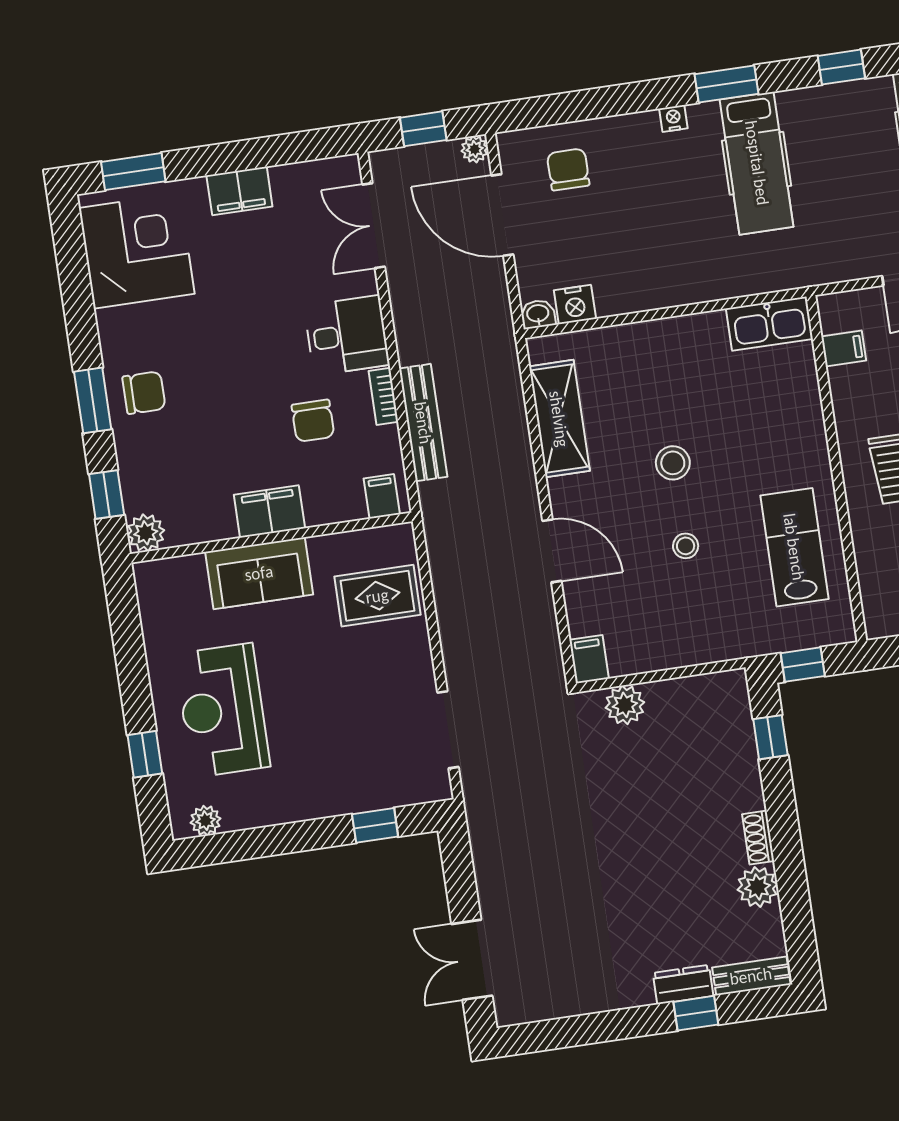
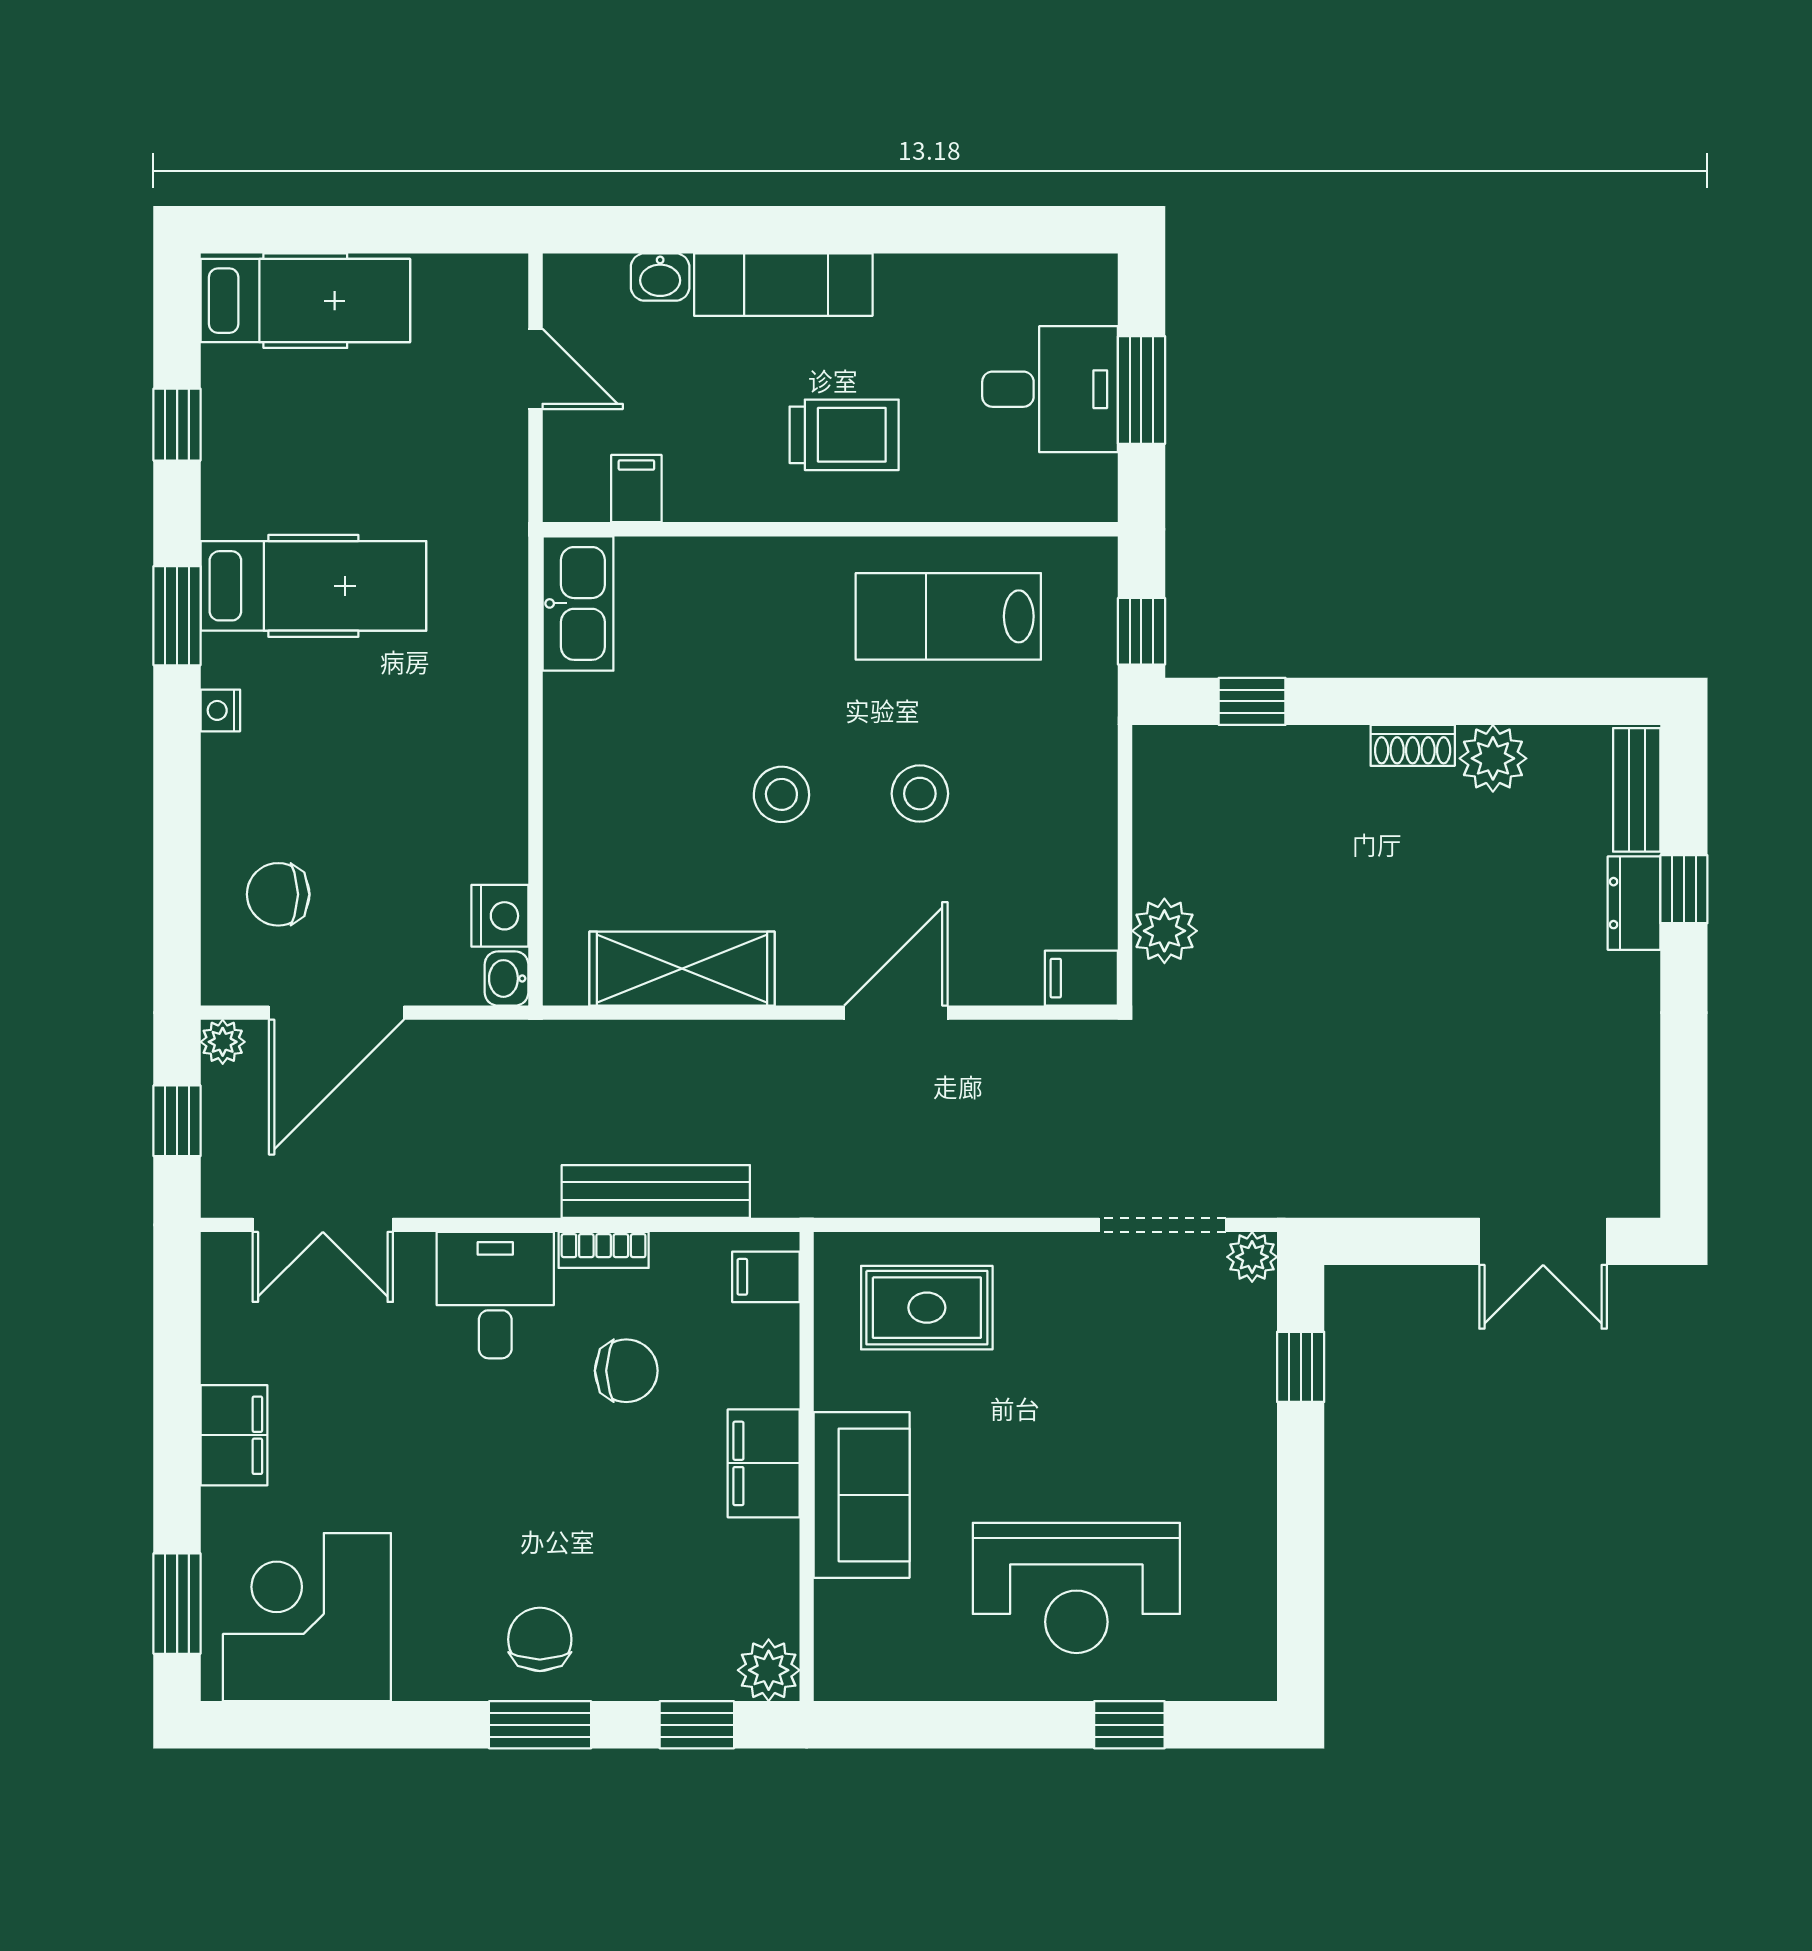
stool: (686, 546) -> (920, 794), width x1.37, depth x1.37
rug: (377, 596) -> (927, 1308), turned 90
plant: (205, 821) -> (1252, 1257), moved

